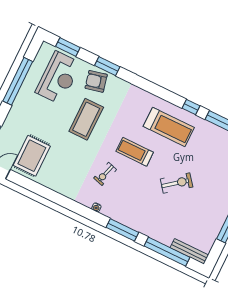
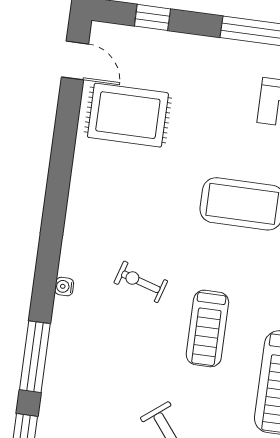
treadmill: (135, 152) -> (207, 328), turned 180

